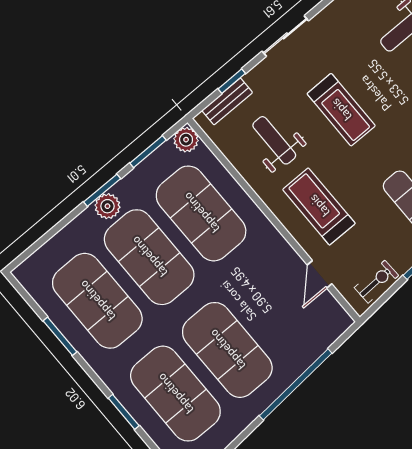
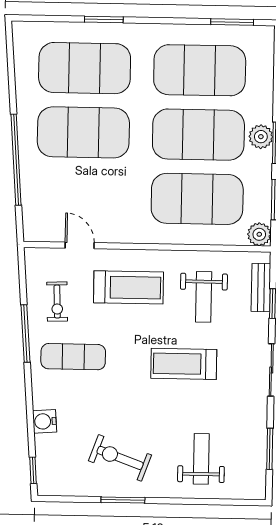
weight bench: (274, 140) -> (204, 297), turned 90
exercise bike: (376, 282) -> (57, 302), moved
window: (60, 336) -> (232, 22), moved

